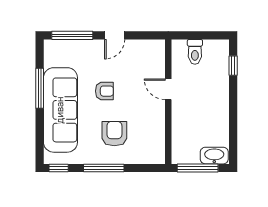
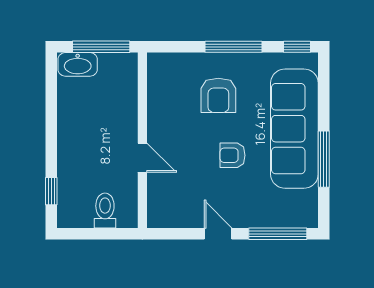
door: (115, 35) -> (218, 234), hinge flipped

